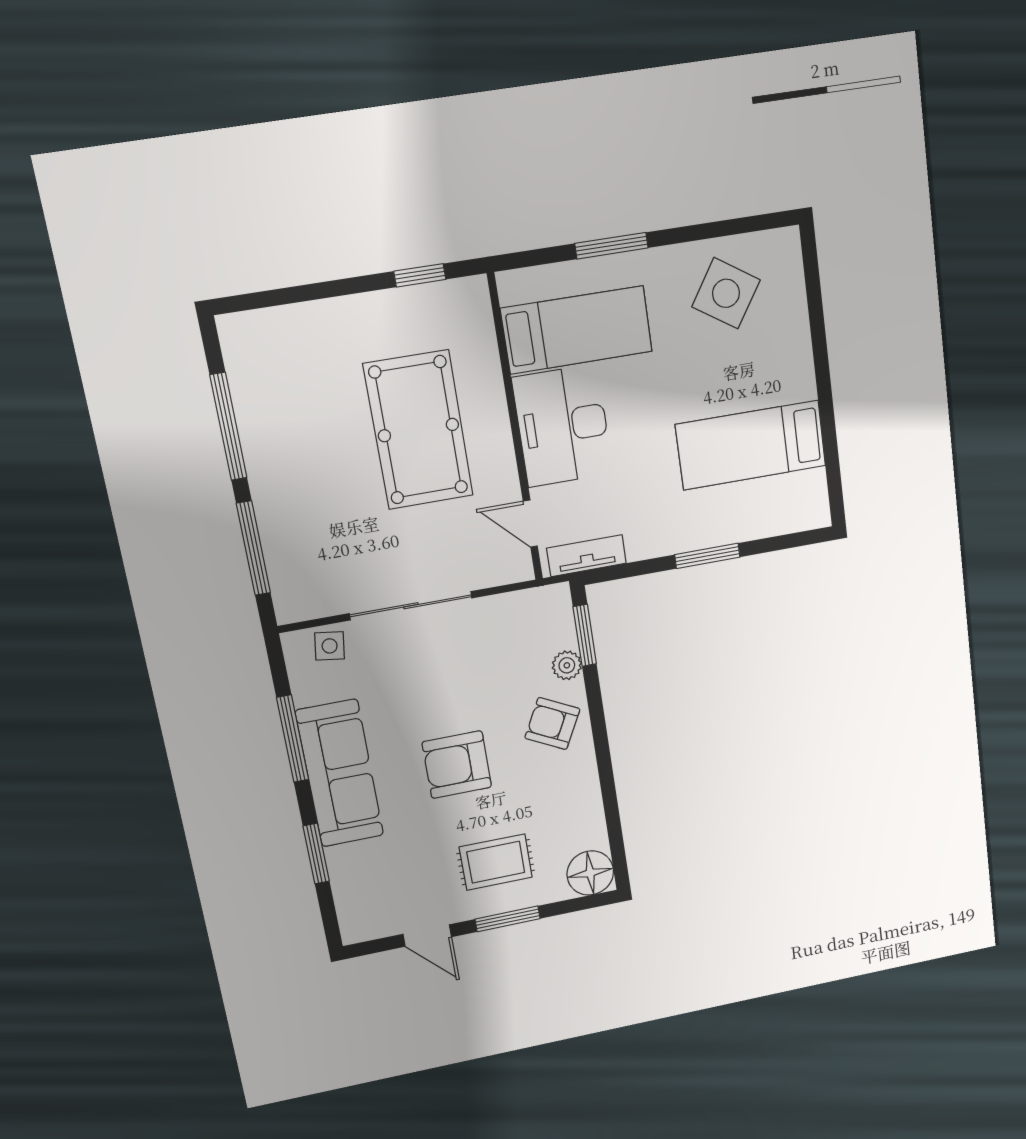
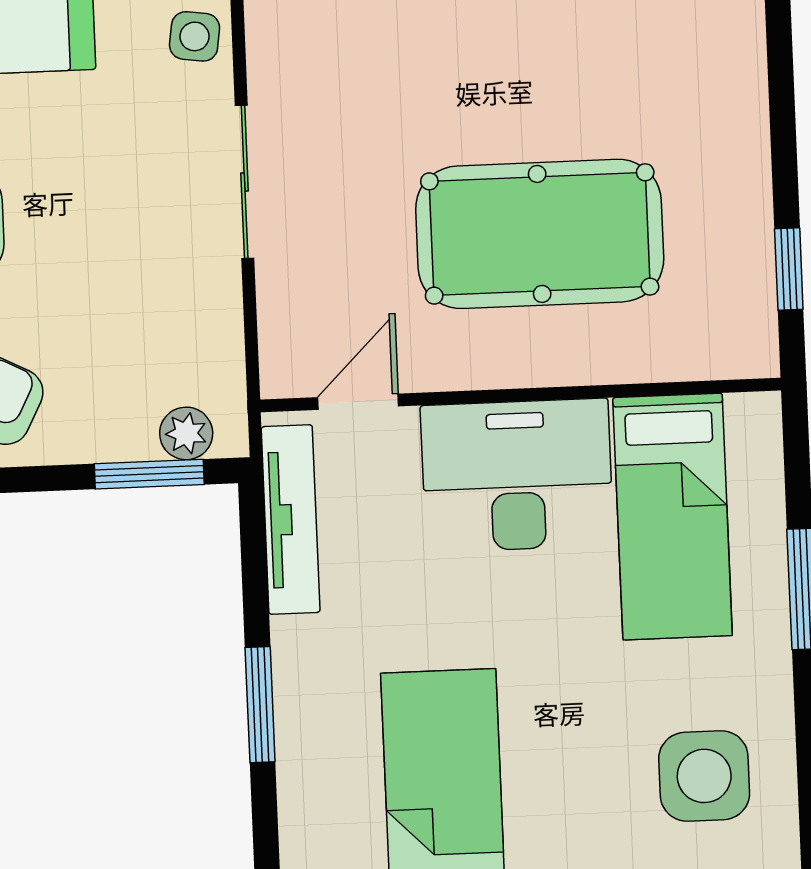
side table: (726, 293) -> (704, 776), turned -33
tv unit: (586, 556) -> (291, 520), width x1.41
sliding door: (411, 606) -> (245, 182), width x0.73
plant: (567, 665) -> (186, 433), moved

